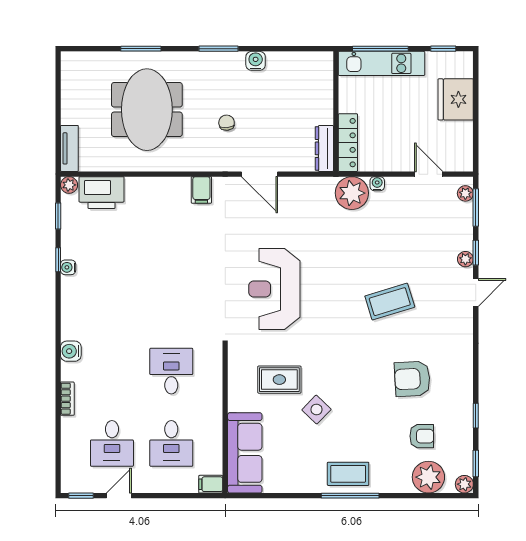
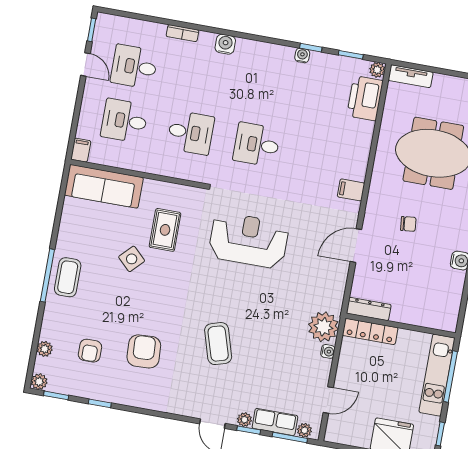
row of seats: (462, 226) -> (275, 422), added
desk: (171, 299) -> (257, 145), added
plant: (428, 477) -> (45, 349), width x0.53, depth x0.53

